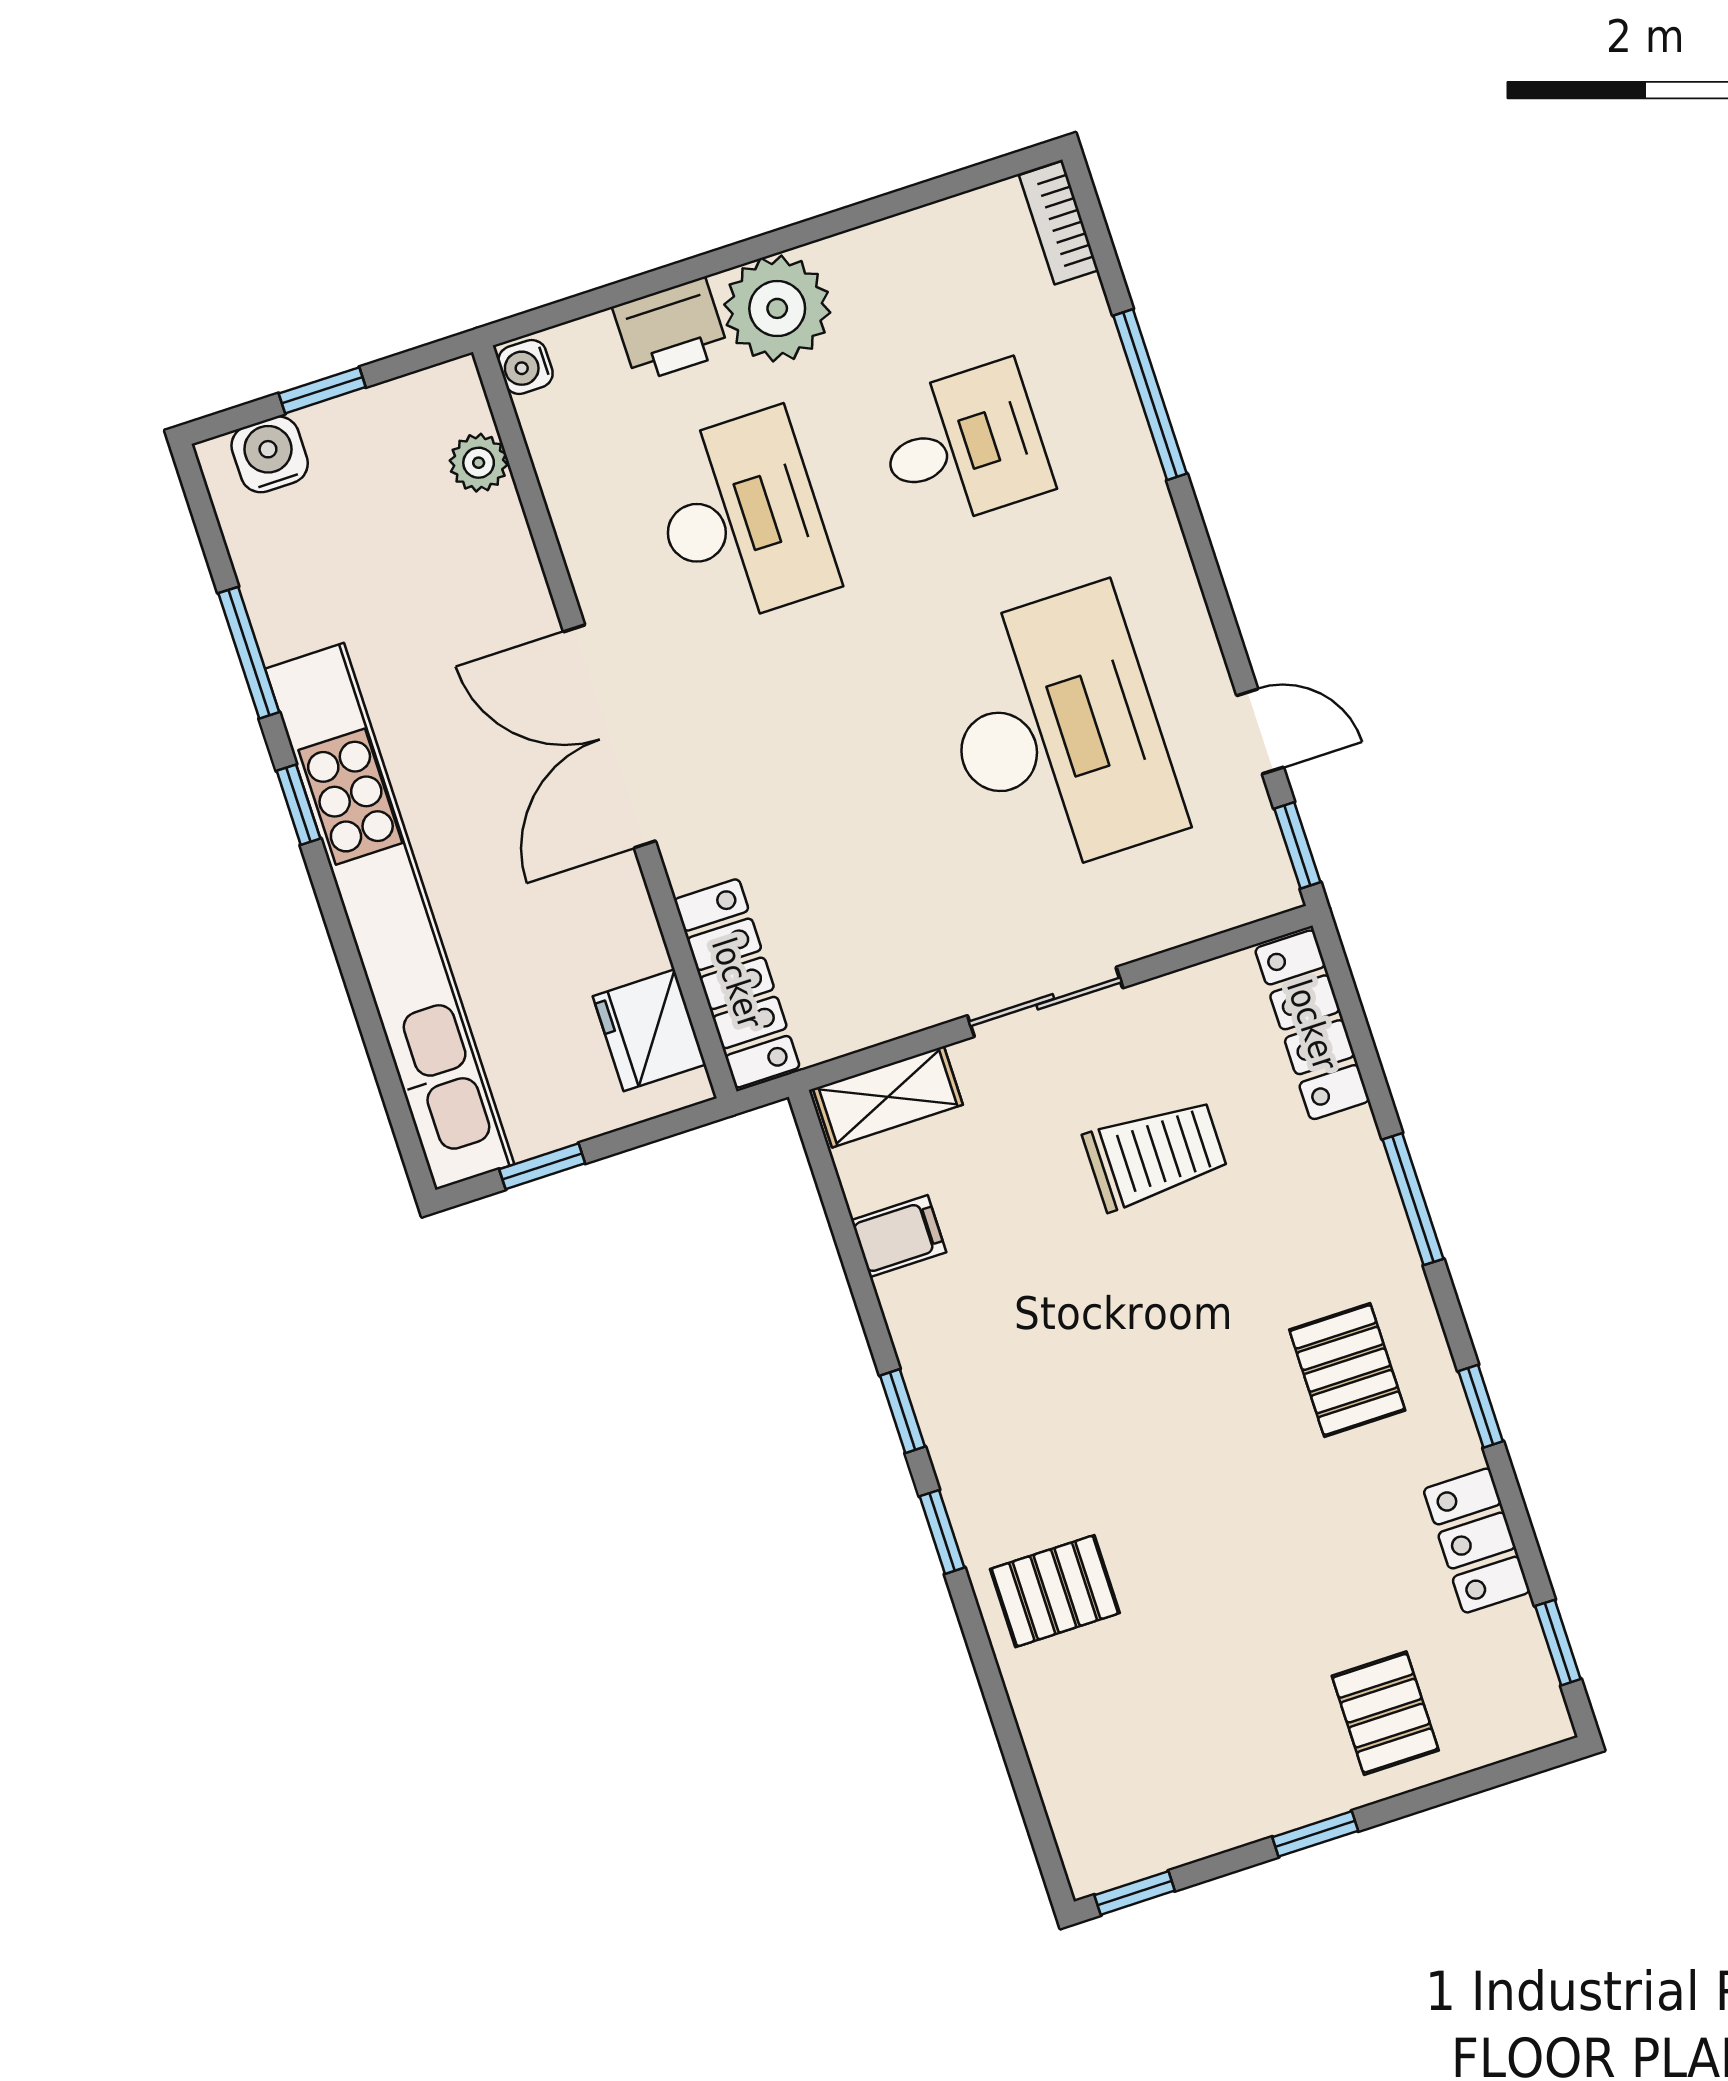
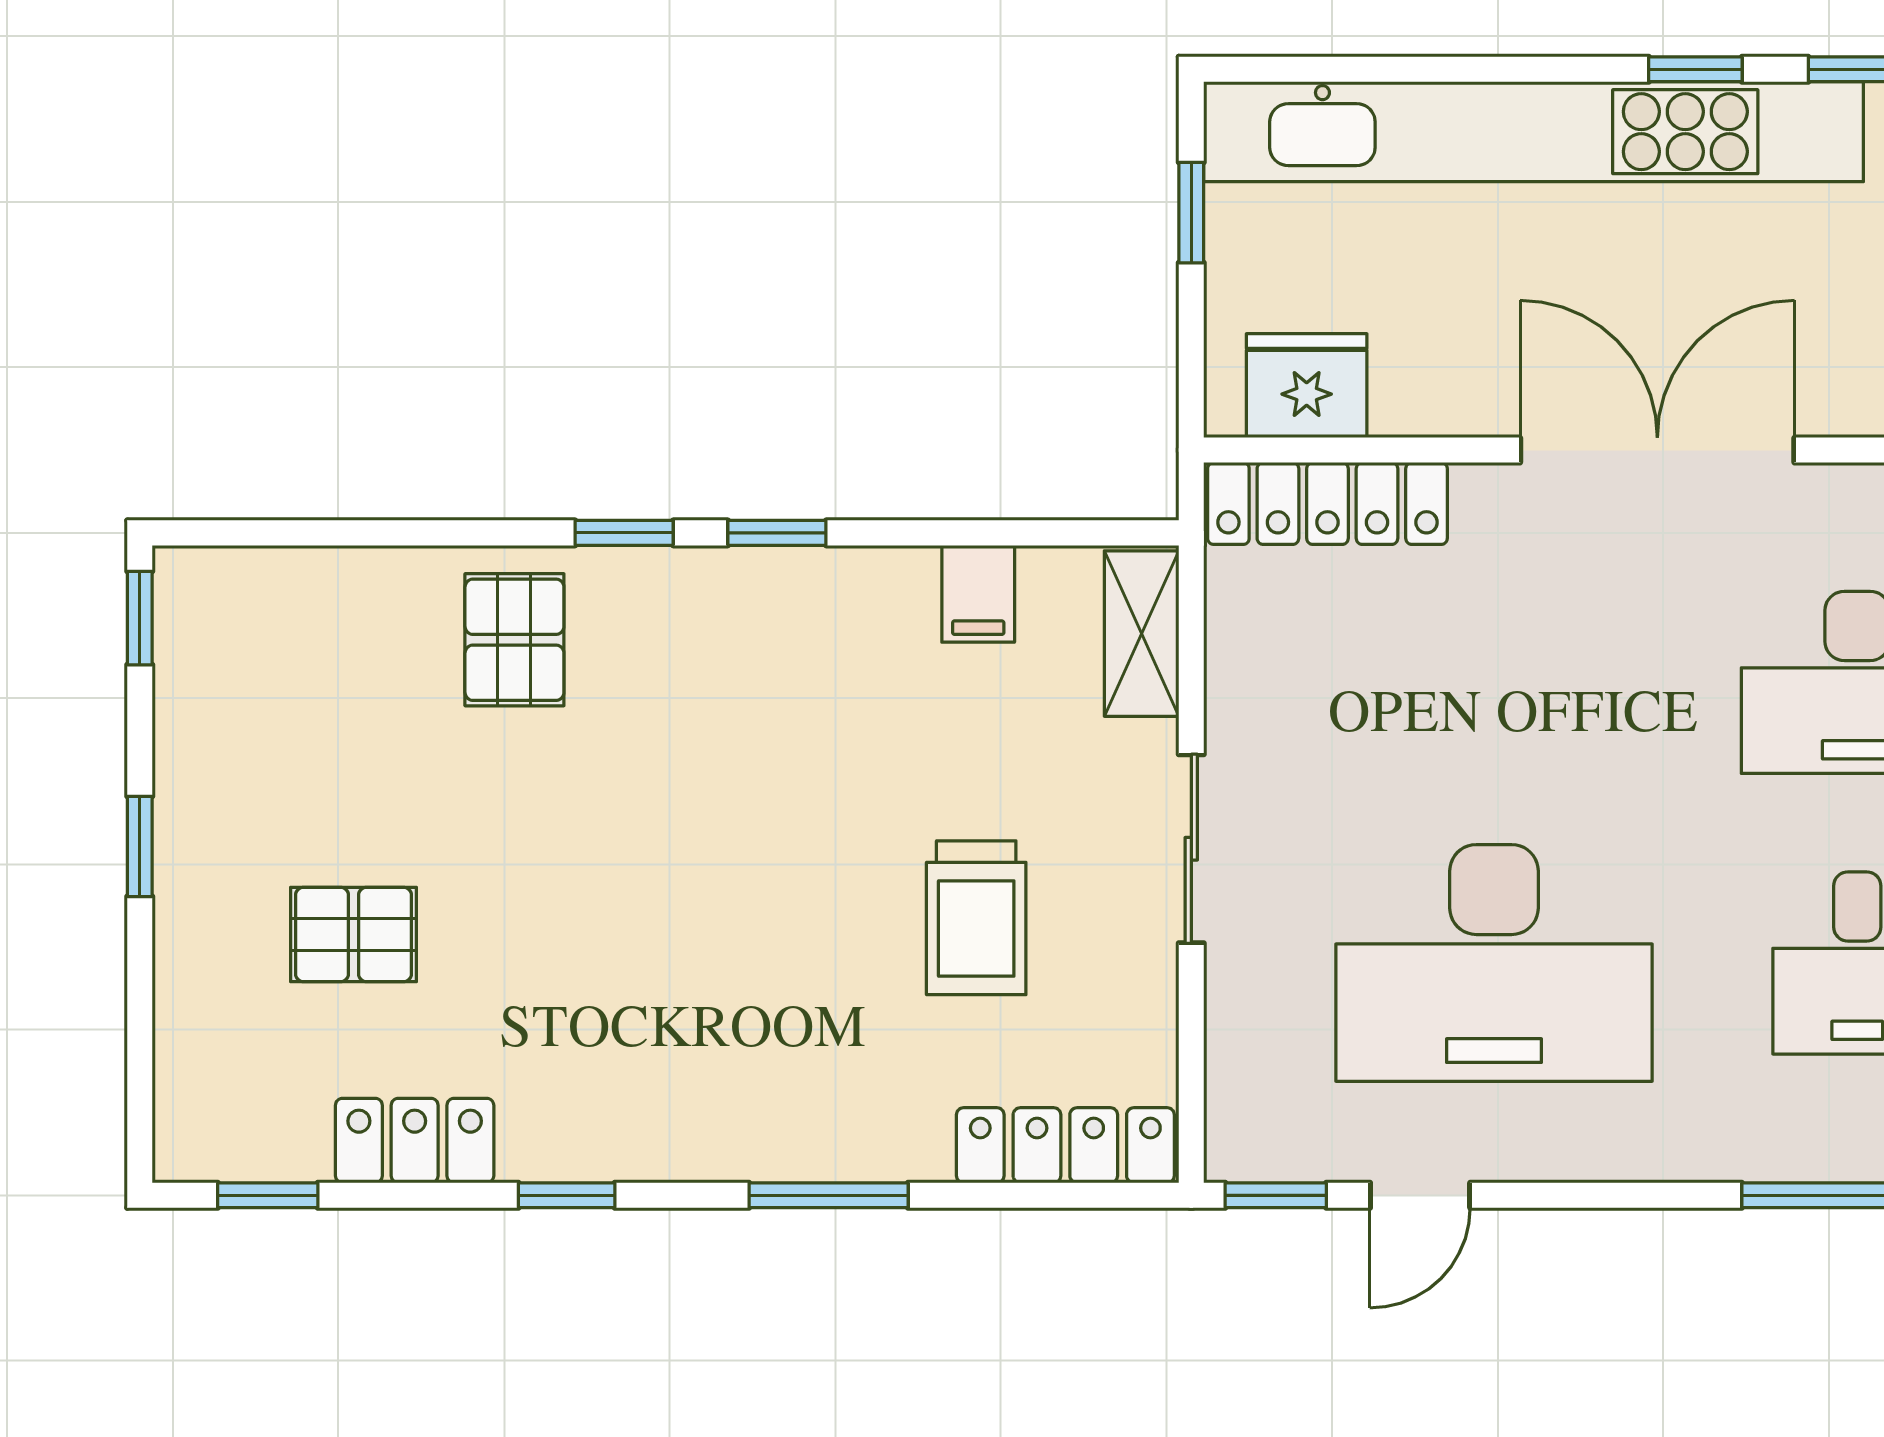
pallet: (1347, 1370) -> (658, 1056), removed
pallet: (1385, 1713) -> (353, 935), moved

